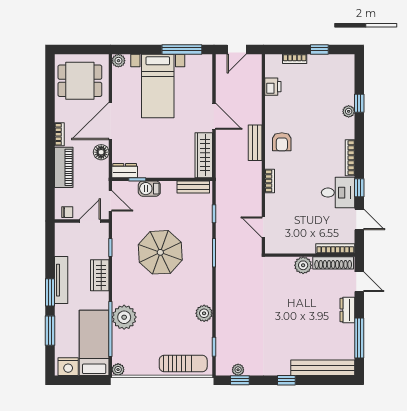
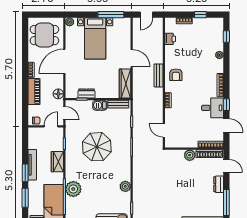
window: (359, 103) -> (226, 37), moved
floor lamp: (101, 152) -> (58, 94), moved
dresser: (125, 171) -> (86, 94), moved
barbecue: (149, 189) -> (100, 105), moved

